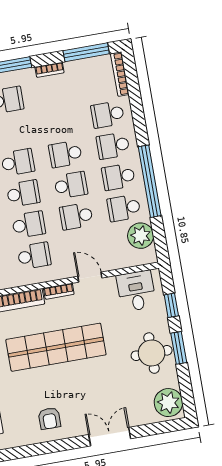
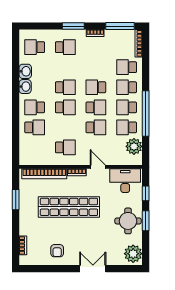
school desk: (76, 216) -> (96, 127), turned 180
school desk: (29, 225) -> (65, 127), removed
desk: (136, 291) -> (125, 181), width x1.37

